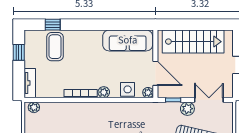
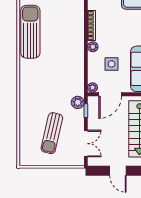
side table: (128, 89) -> (112, 64), moved
plant: (187, 109) -> (78, 102), moved

